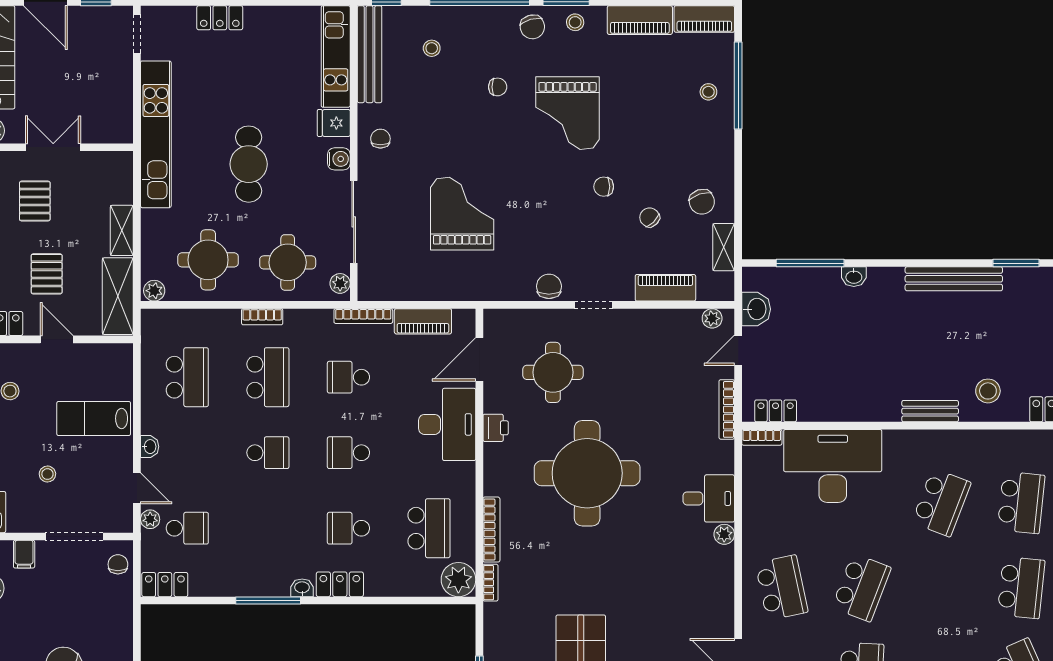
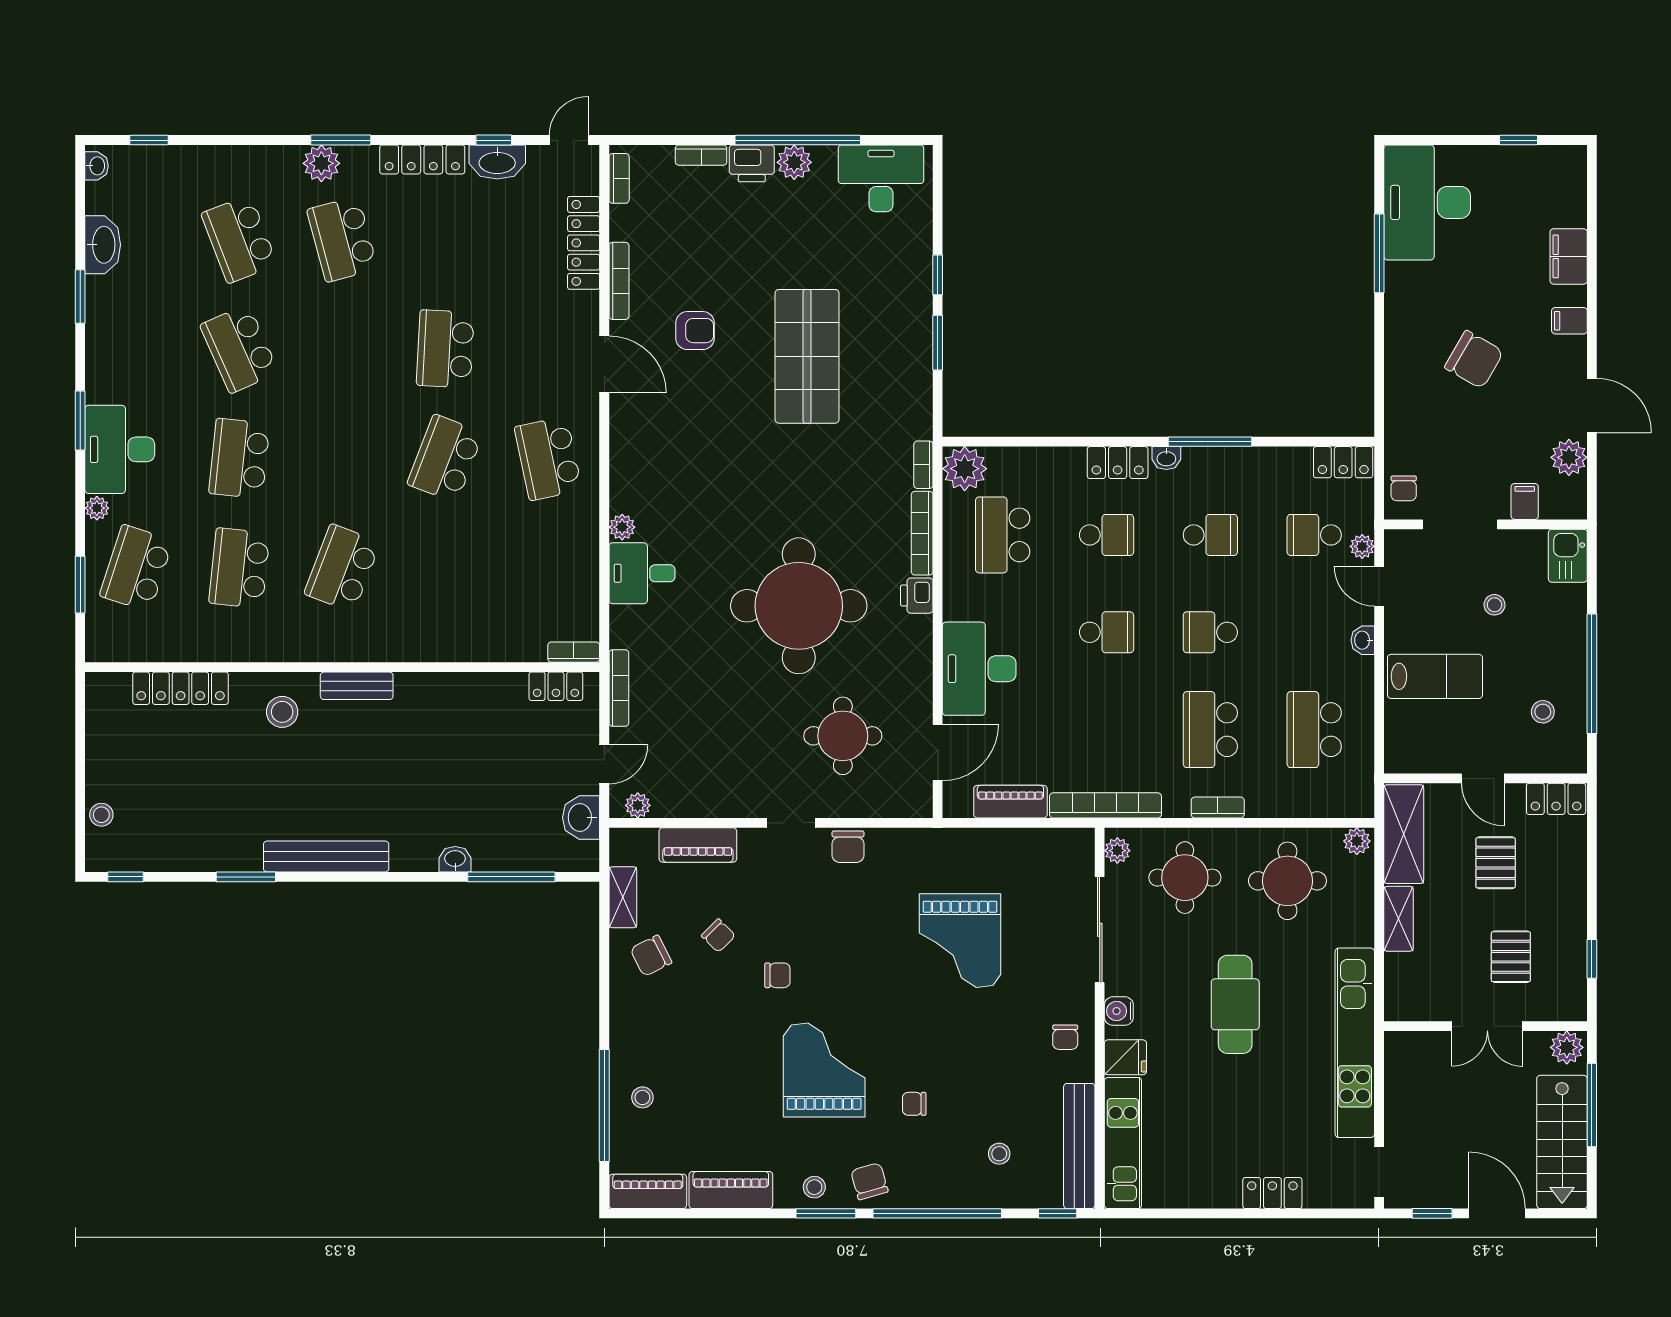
chair: (702, 202) -> (651, 956), turned -99
bookcase: (363, 316) -> (1105, 805), width x1.48, depth x1.31
school desk: (348, 377) -> (1210, 535), moved
printer: (496, 428) -> (917, 596), moved
desk: (833, 466) -> (482, 615), removed

